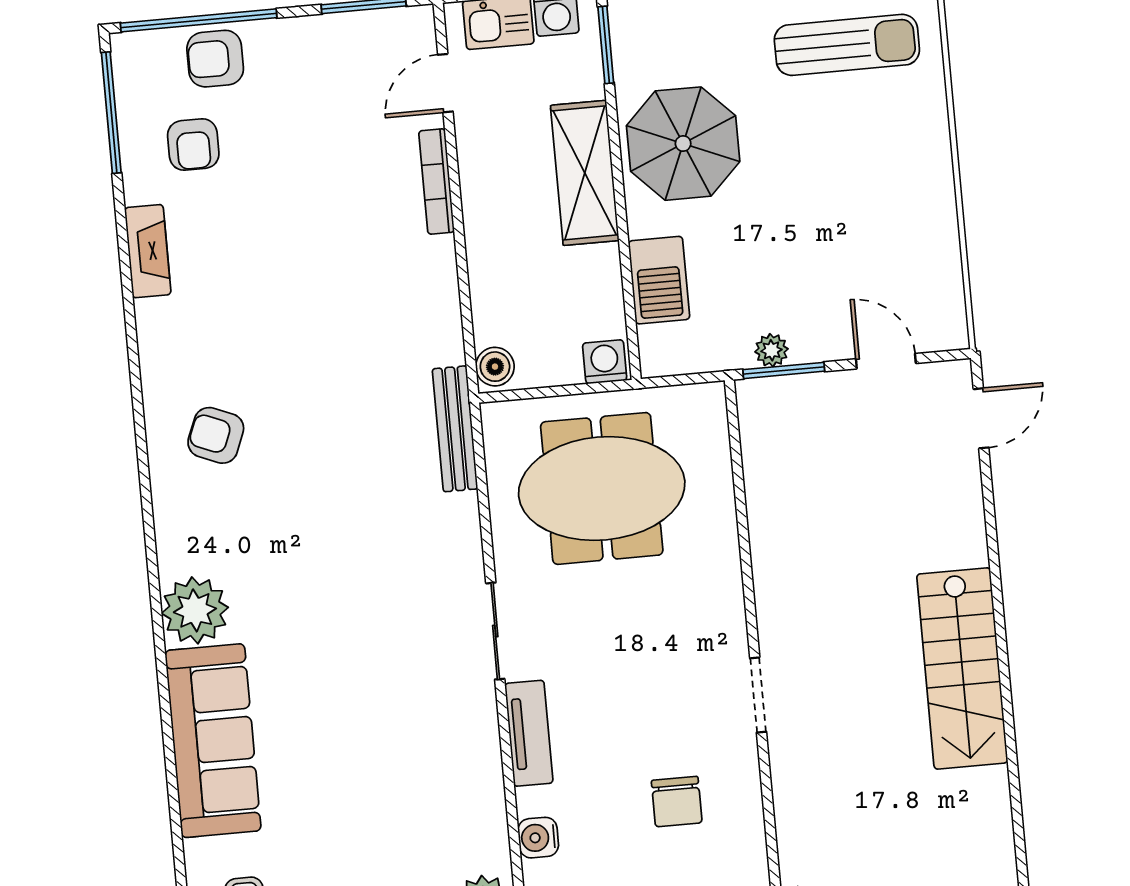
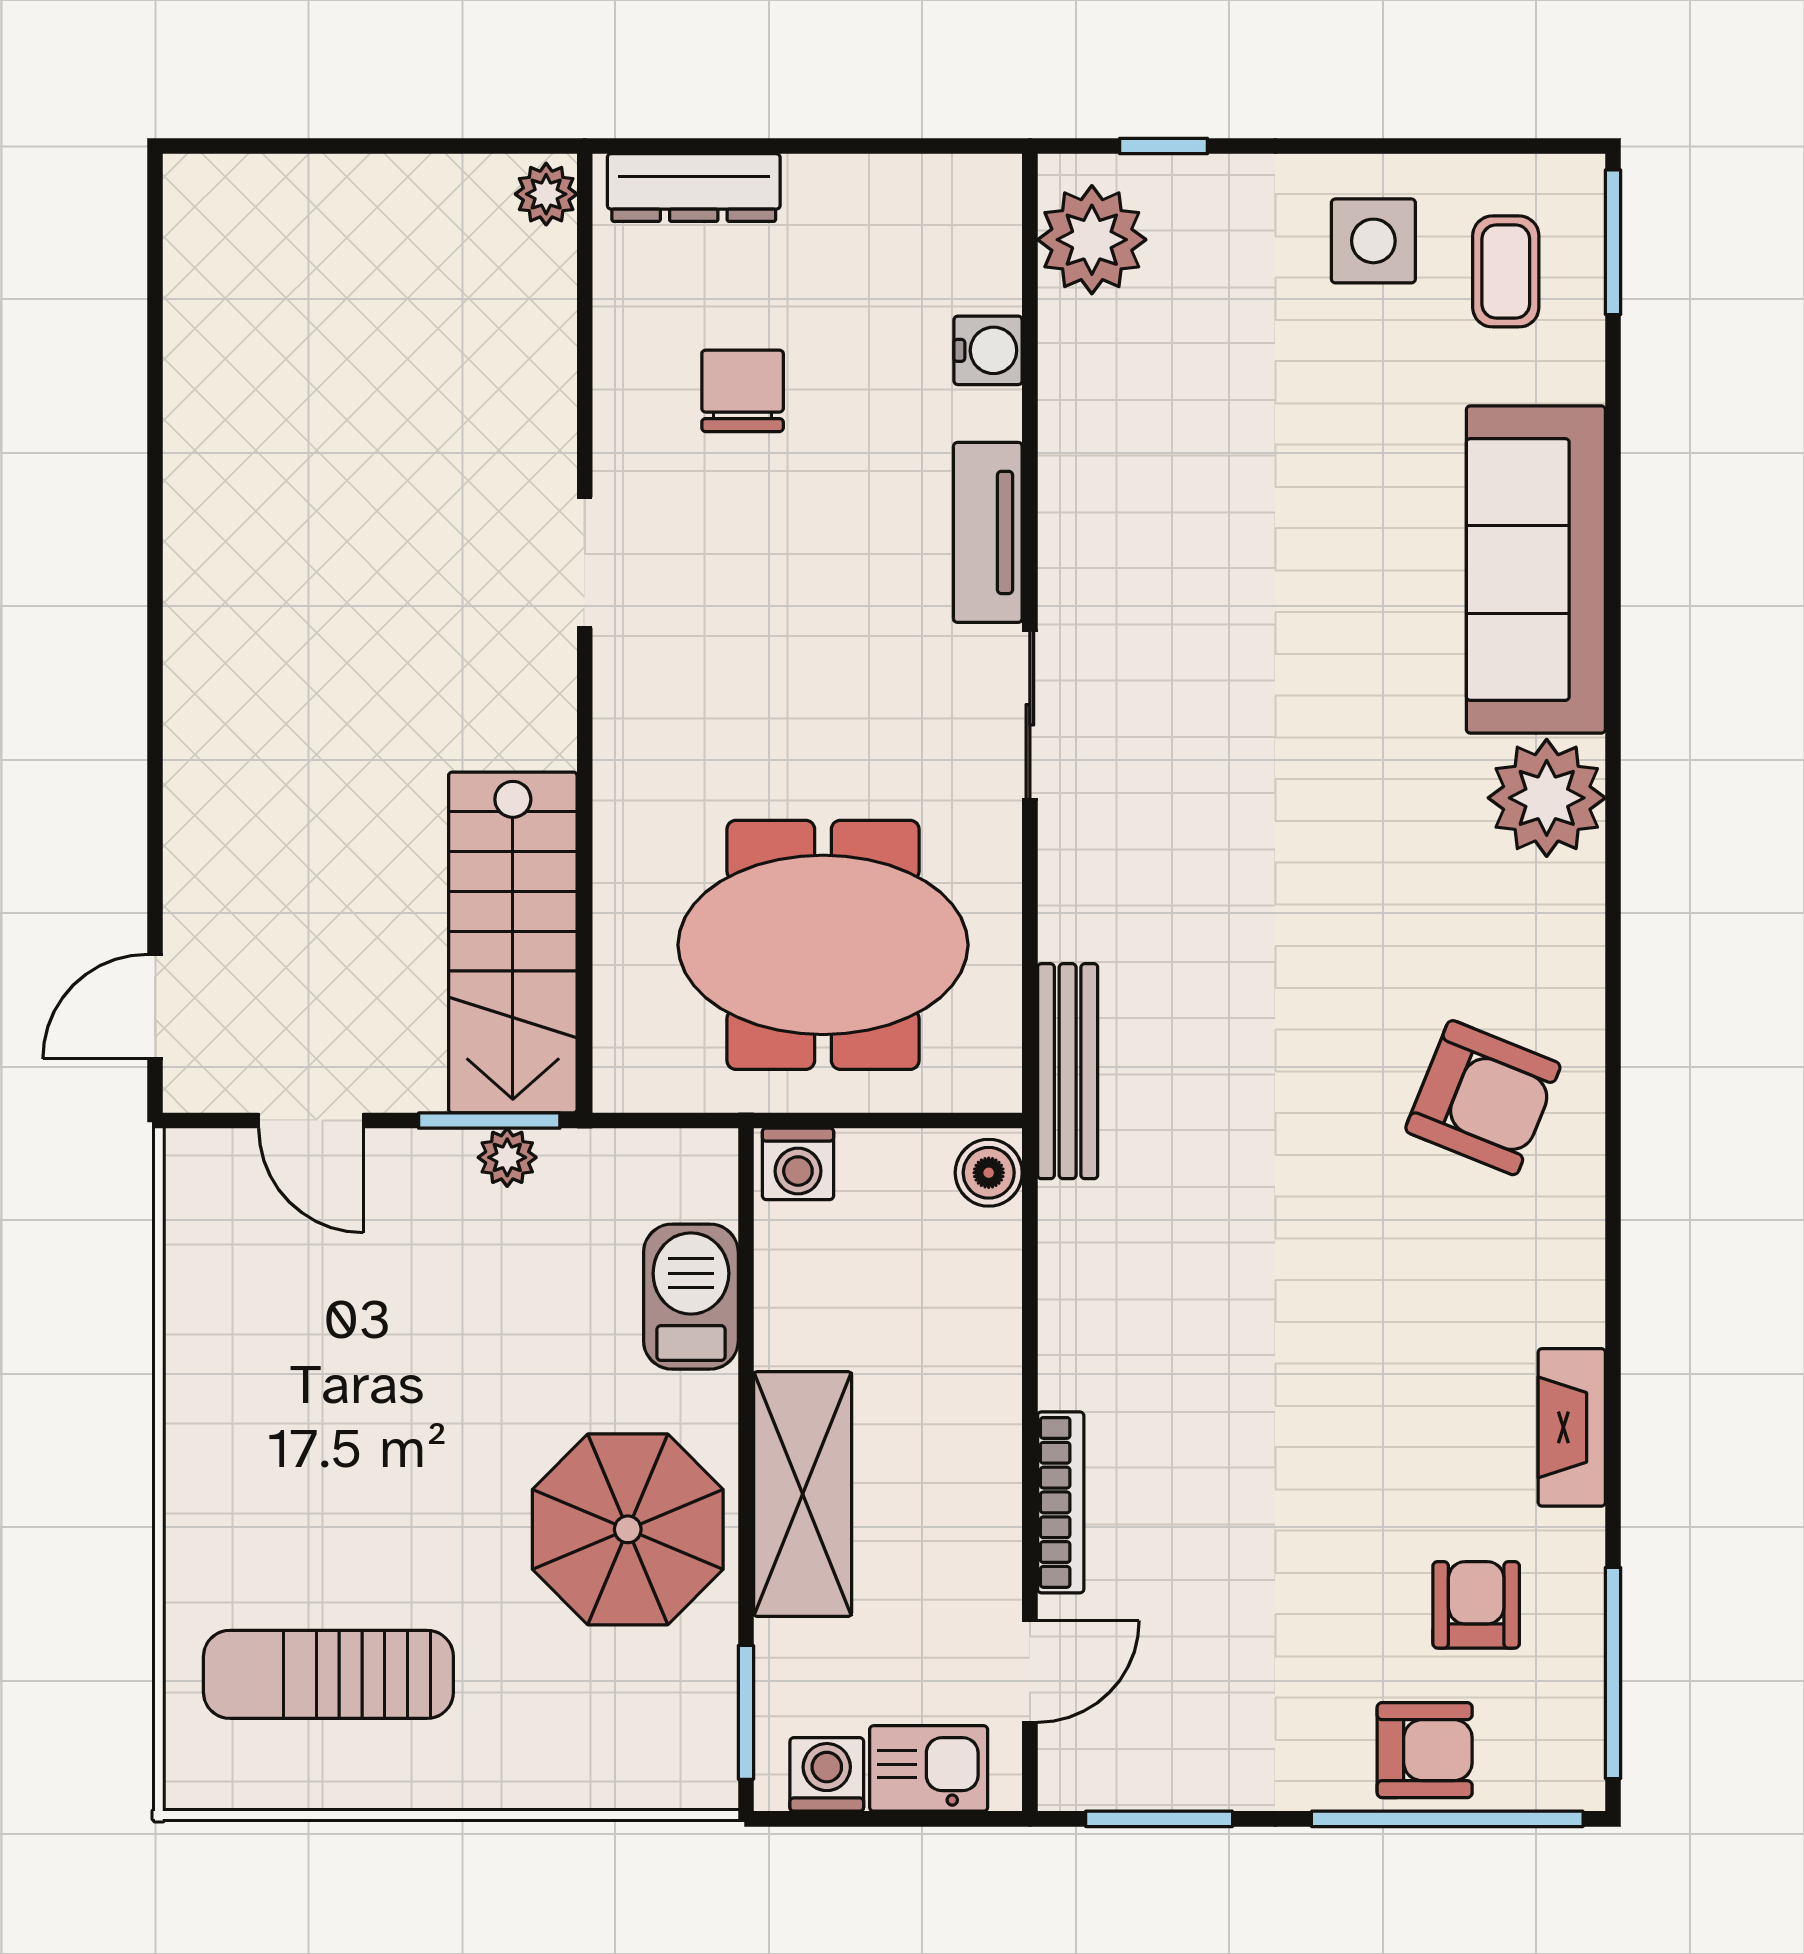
armchair: (216, 435) -> (1483, 1098), width x1.38, depth x1.38
stairs: (962, 668) -> (513, 942), moved, turned 180

